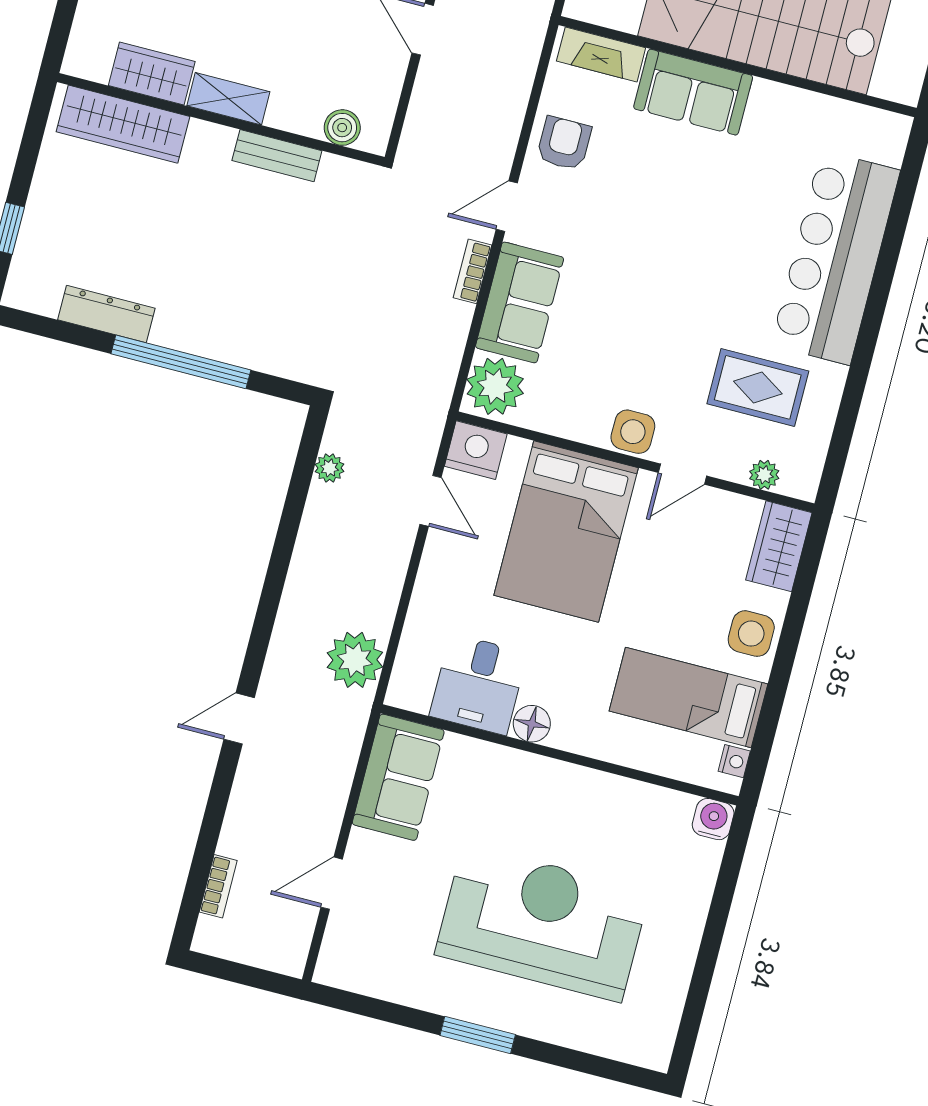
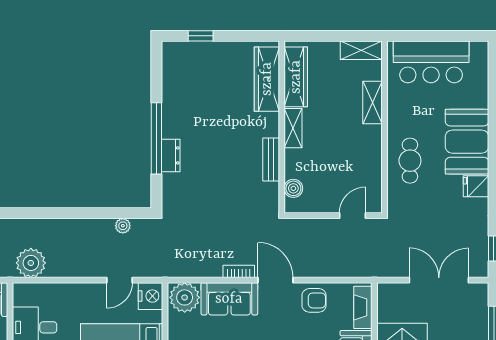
wardrobe: (152, 73) -> (296, 77), width x1.50
door: (507, 206) -> (275, 280), width x1.38
dresser: (106, 314) -> (171, 155), moved, width x0.70

